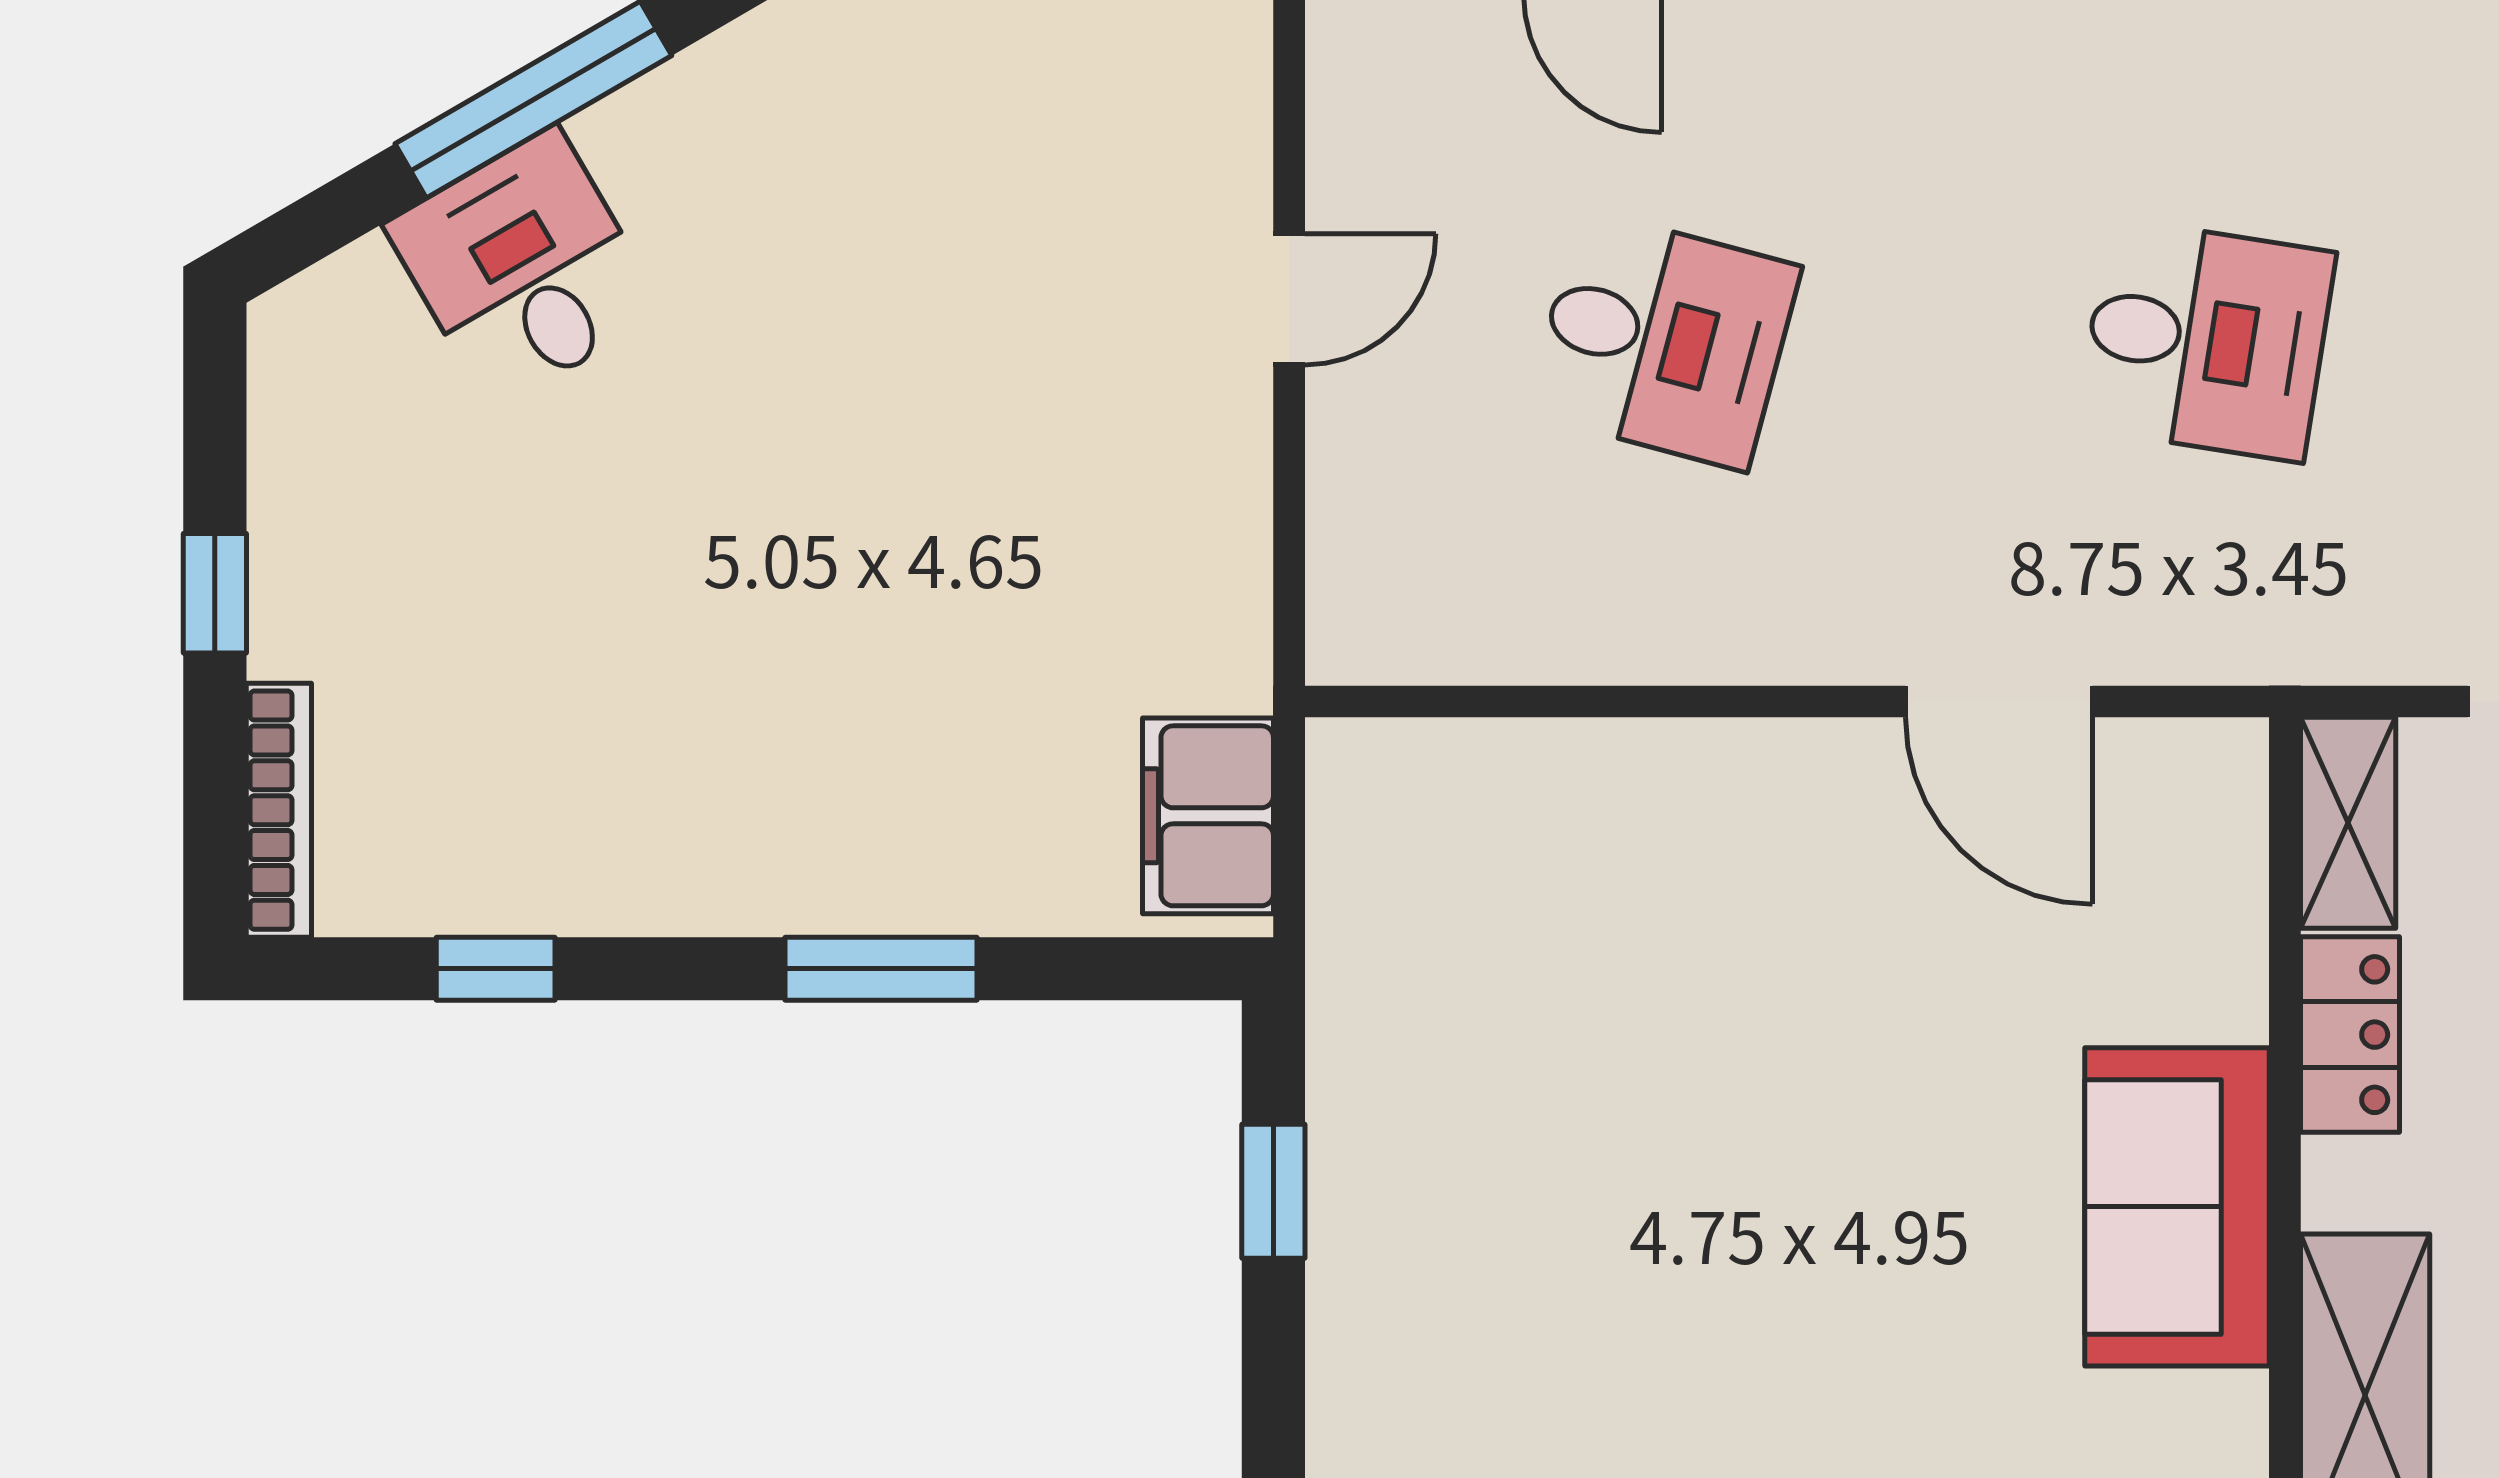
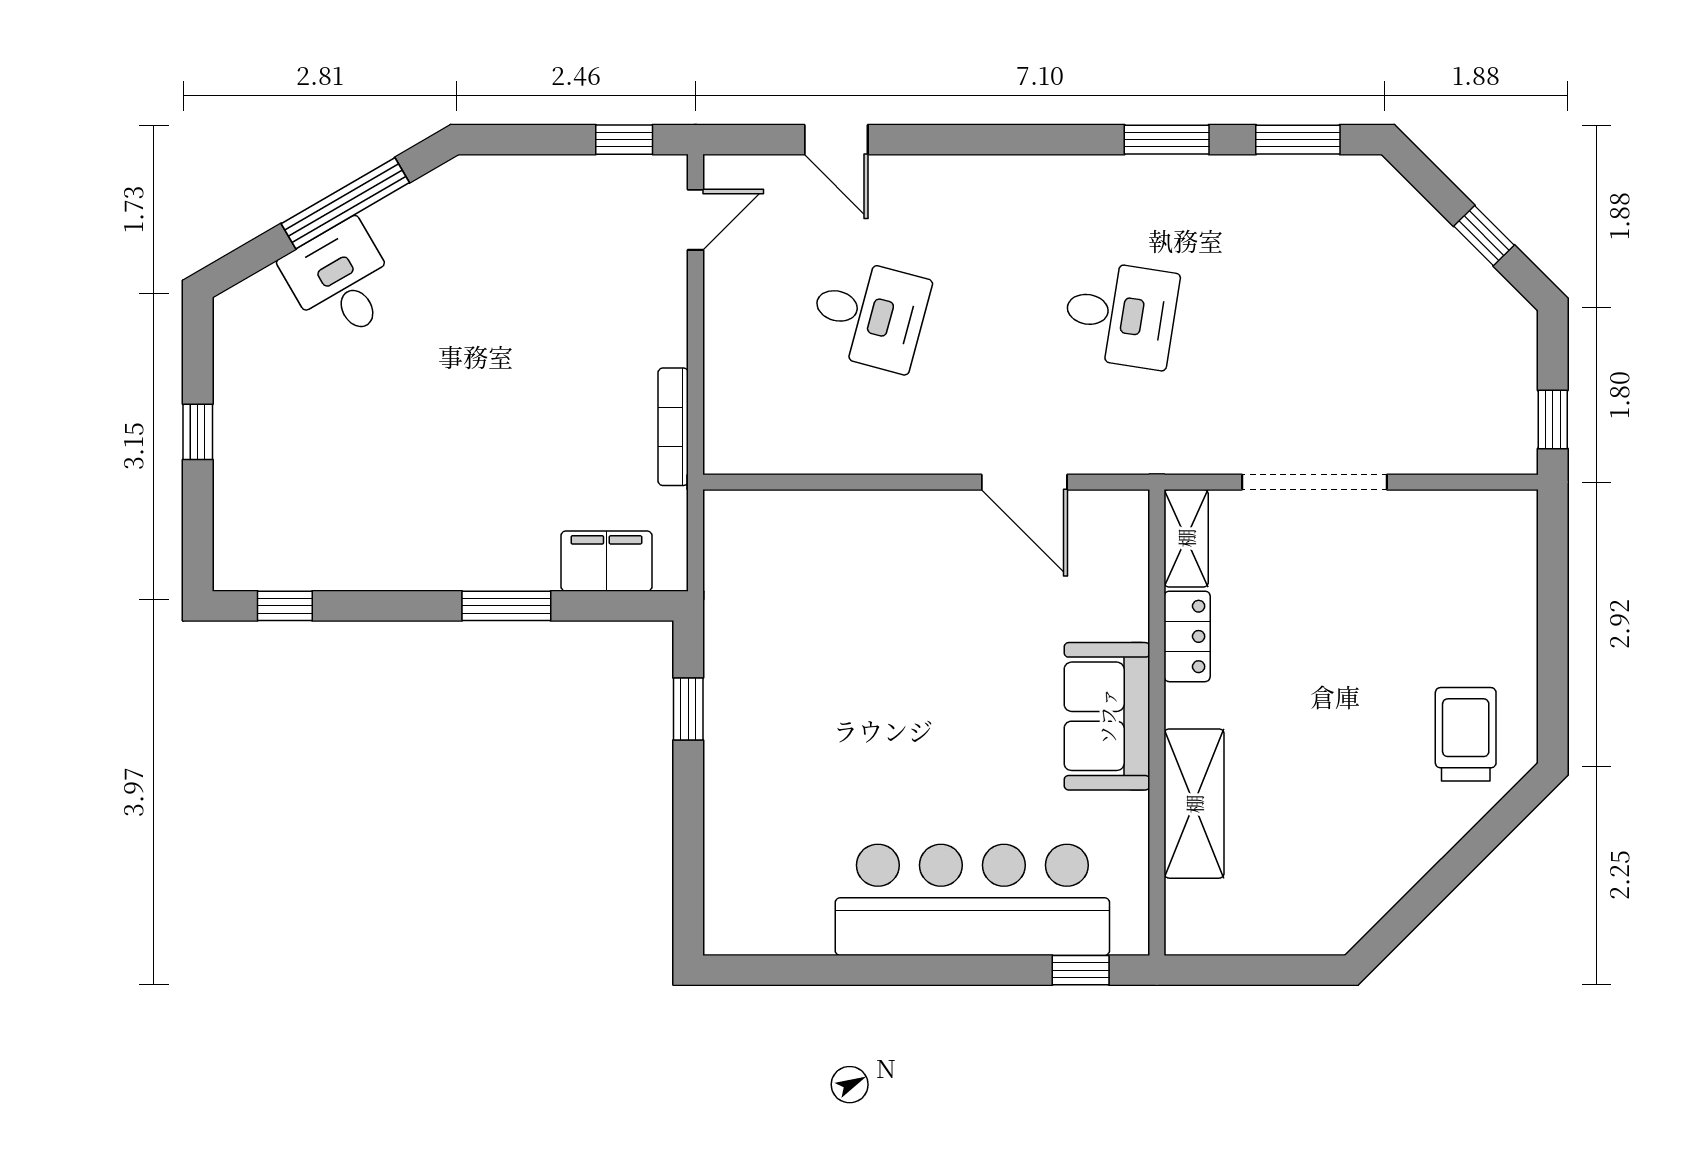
door: (1289, 299) -> (696, 220), moved
bookcase: (279, 810) -> (673, 427), moved, turned 180
filing cabinet: (1208, 816) -> (606, 561), moved, turned 90
window: (496, 969) -> (285, 606), moved

